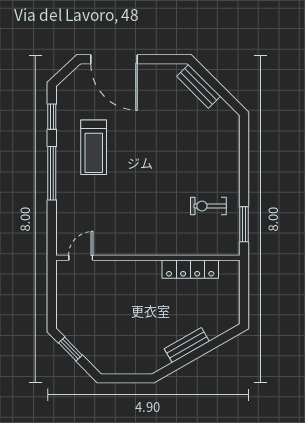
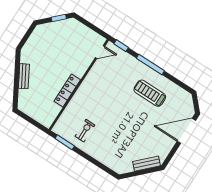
window: (52, 117) -> (121, 46), moved
door: (81, 258) -> (100, 52), hinge flipped
locker: (190, 269) -> (67, 90), moved

